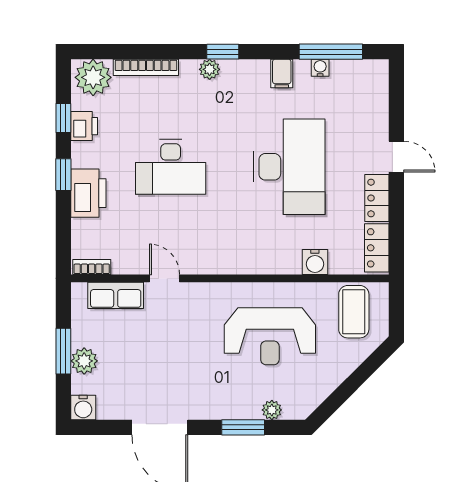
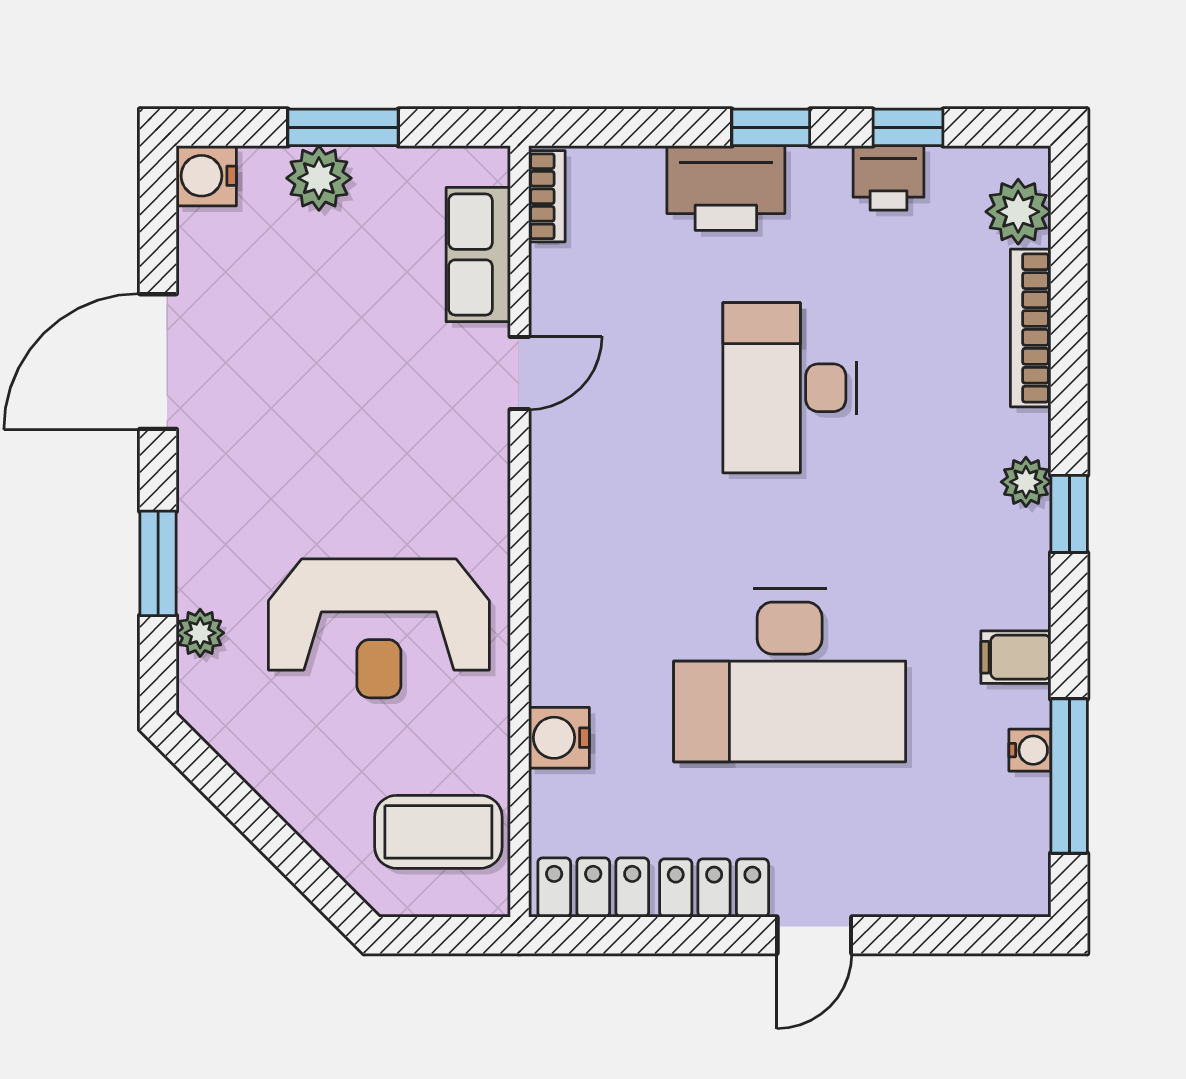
plant: (93, 77) -> (1018, 212), width x0.73, depth x0.73
reception desk: (270, 336) -> (379, 628), turned -90

